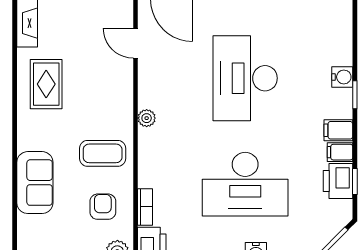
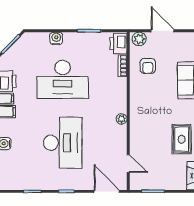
coffee table: (103, 153) -> (148, 98), removed
desk: (245, 184) -> (63, 79), turned 180

